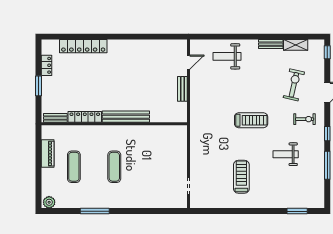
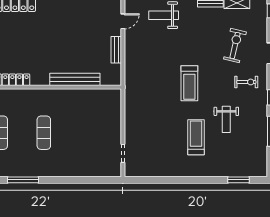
bench: (126, 117) -> (75, 79), moved
treadmill: (251, 120) -> (189, 83), turned 90
weight bench: (286, 154) -> (226, 119), turned -90
treadmill: (241, 177) -> (196, 137), moved

